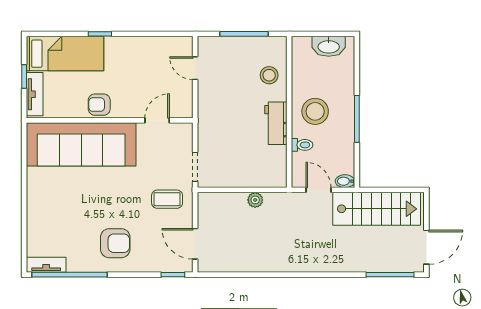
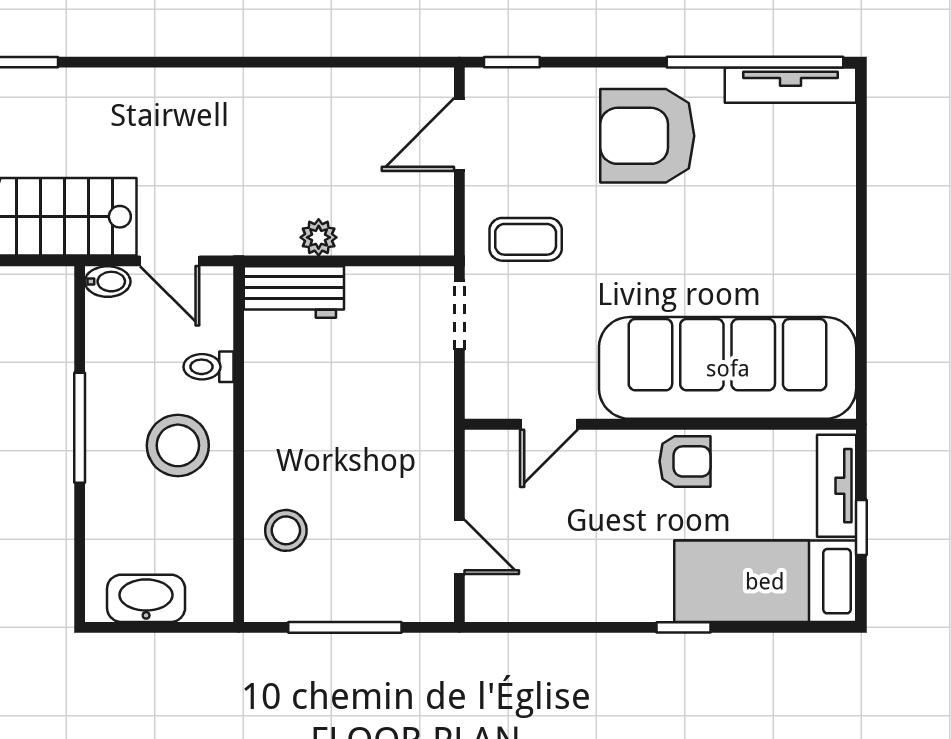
workbench: (276, 123) -> (294, 292), moved, turned 90
armchair: (115, 243) -> (647, 136), width x1.36, depth x1.36
door: (195, 244) -> (459, 134), swing flipped
tv unit: (46, 265) -> (791, 85), width x1.41

